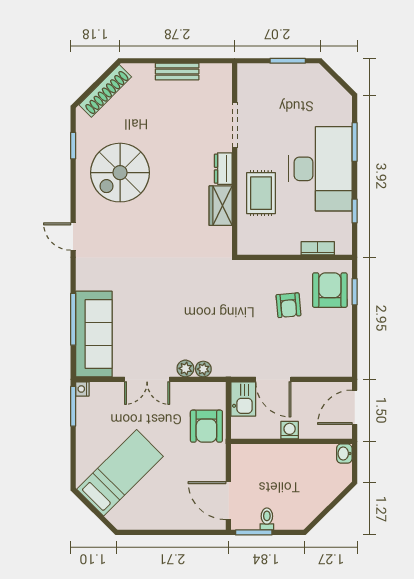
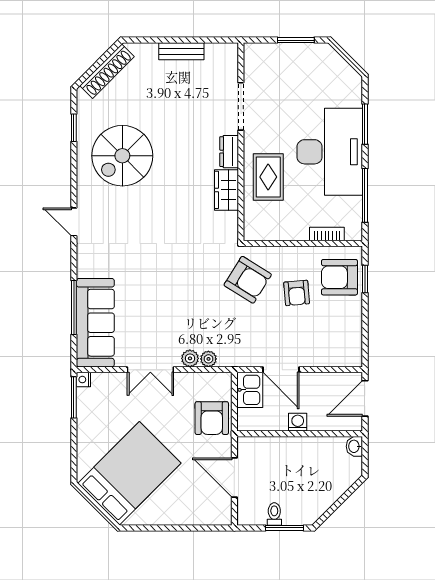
window: (355, 211) -> (365, 195), width x2.17
armchair: (330, 290) -> (339, 277), turned -90
armchair: (241, 293) -> (248, 280), added
bed: (120, 473) -> (129, 473), width x1.50
door: (228, 501) -> (234, 478), moved
window: (254, 532) -> (285, 528), moved

